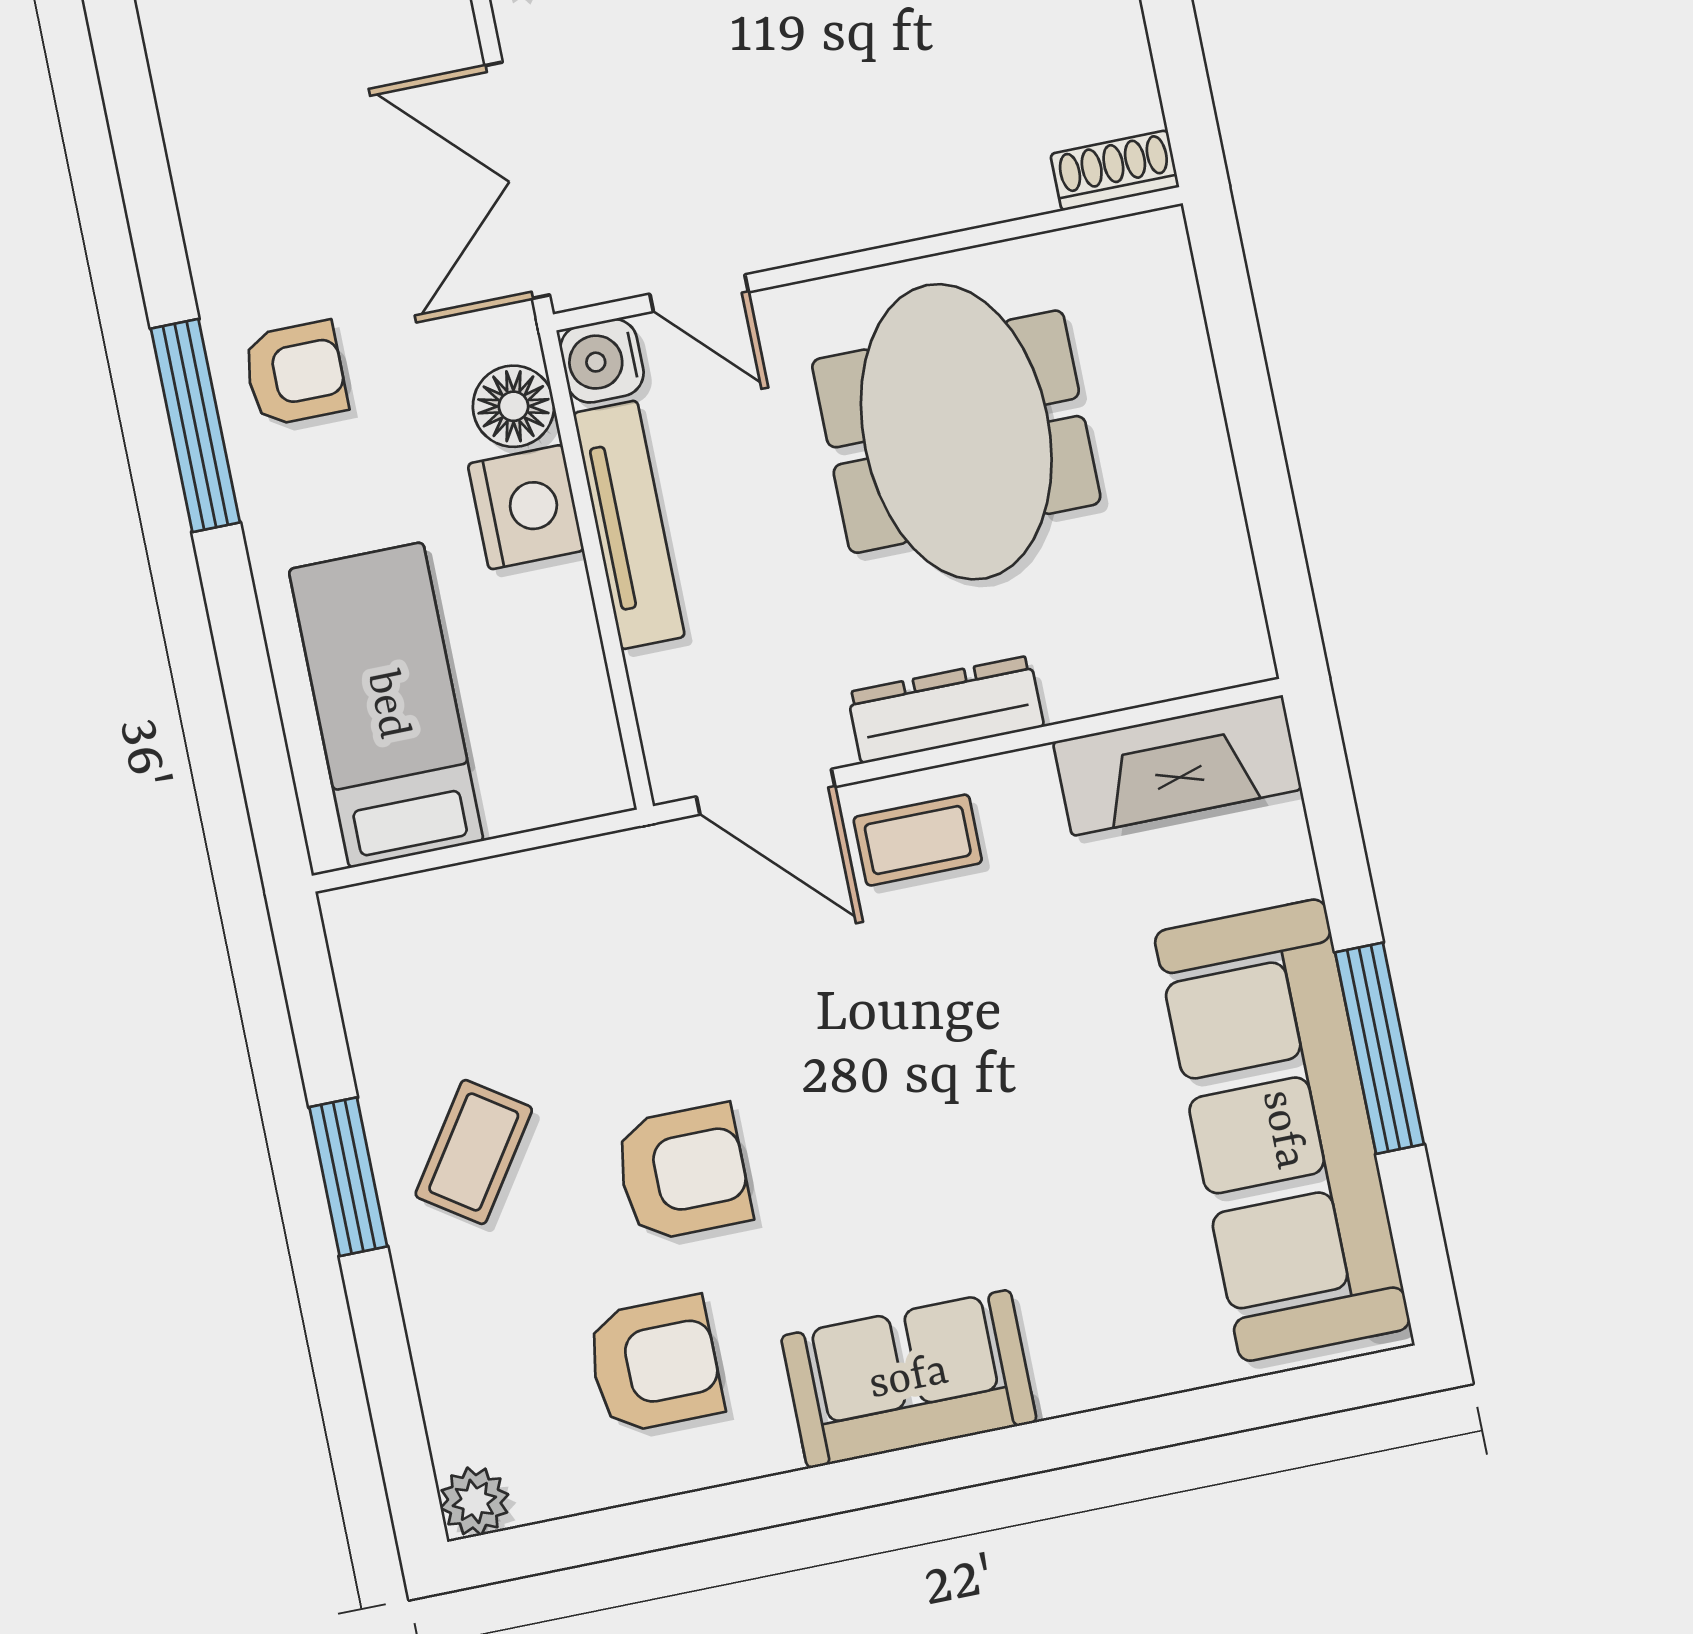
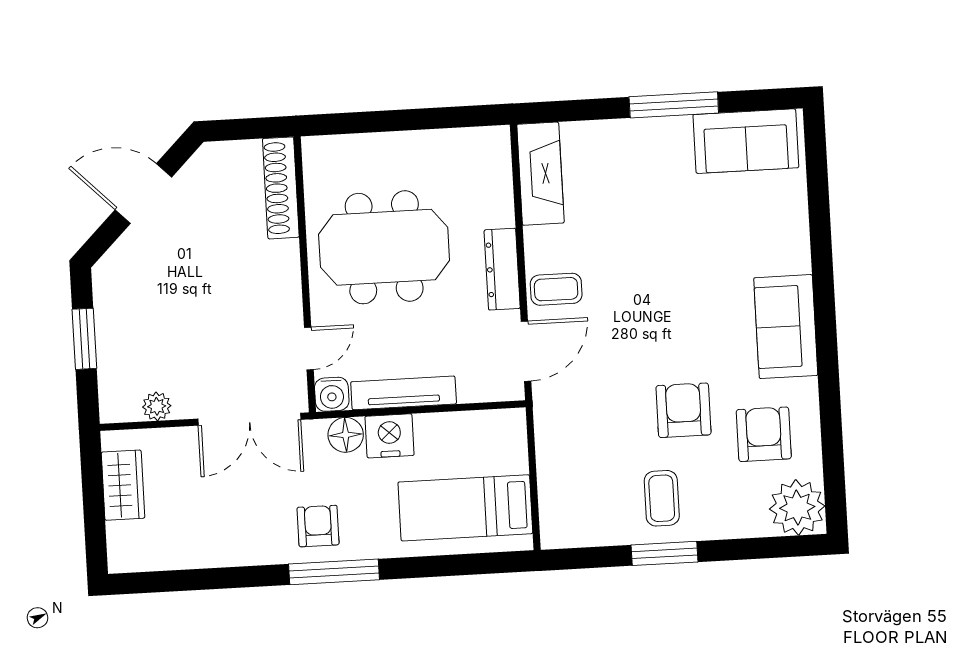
shoe rack: (1115, 170) -> (281, 188), width x1.94, depth x1.24
coffee table: (918, 840) -> (556, 289), turned 90
sofa: (1282, 1130) -> (746, 141), width x0.54, depth x0.79
coffee table: (474, 1152) -> (662, 498), turned 56
plant: (474, 1501) -> (797, 507), width x1.87, depth x1.87

